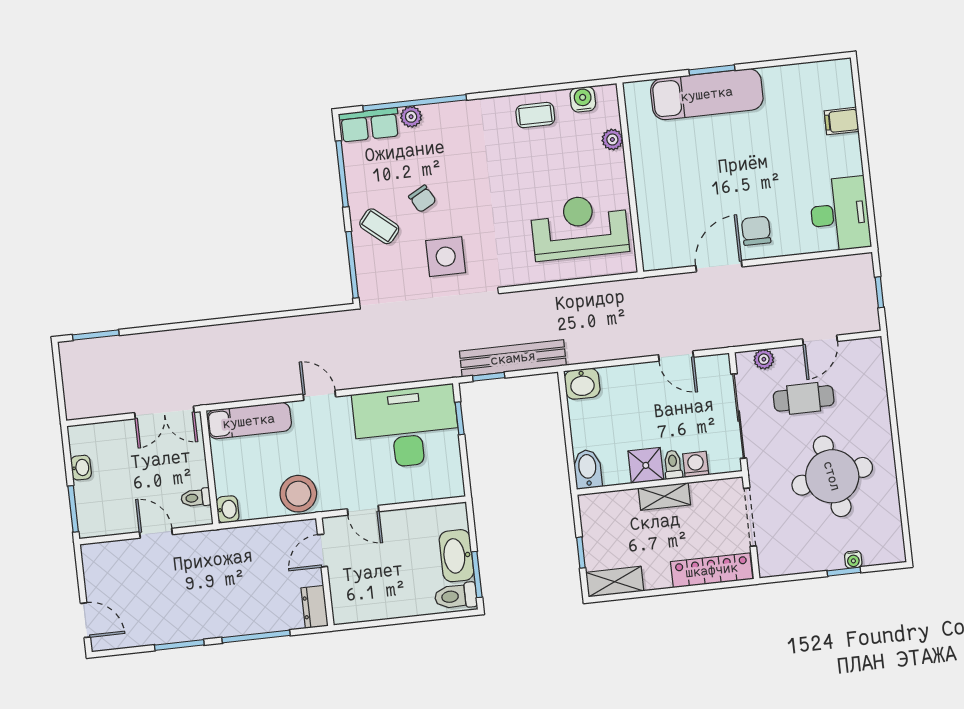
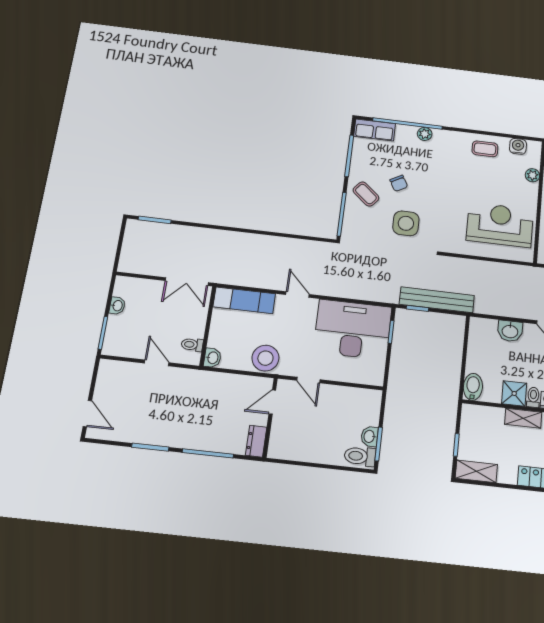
plant: (411, 117) -> (425, 134), moved
washbasin: (582, 384) -> (510, 331), moved
washbasin: (456, 556) -> (370, 436), width x0.52, depth x0.69

